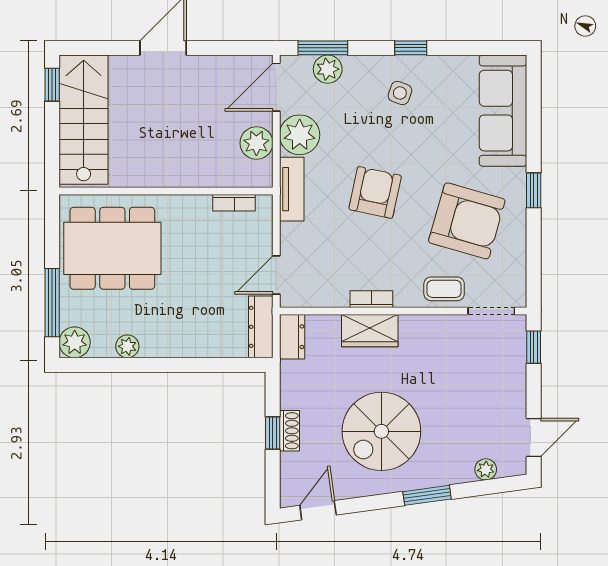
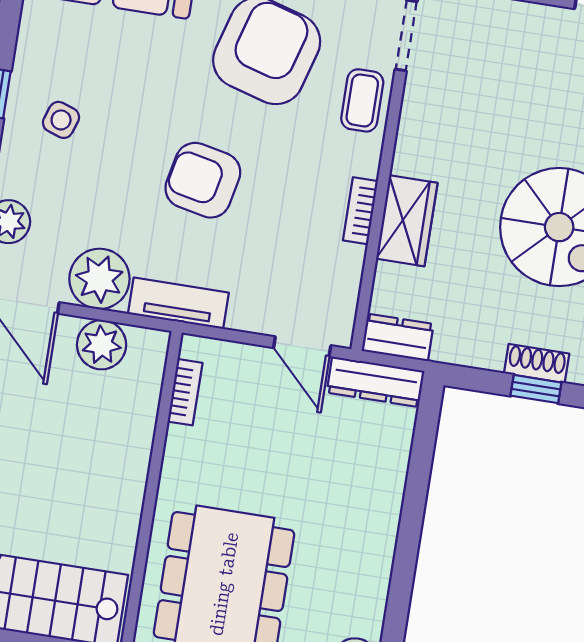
plant: (127, 346) -> (373, 584), removed

